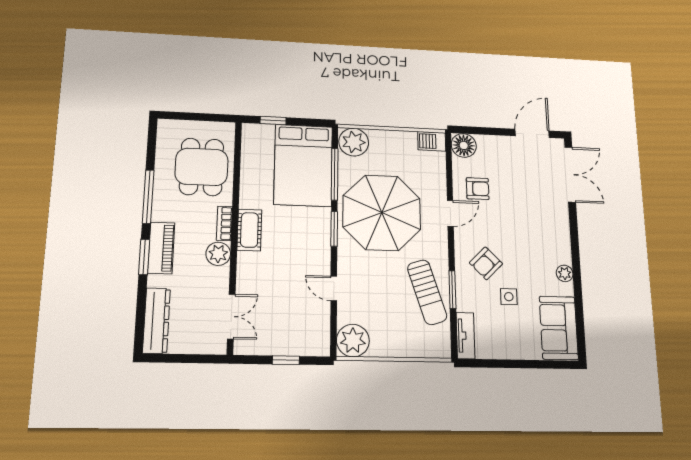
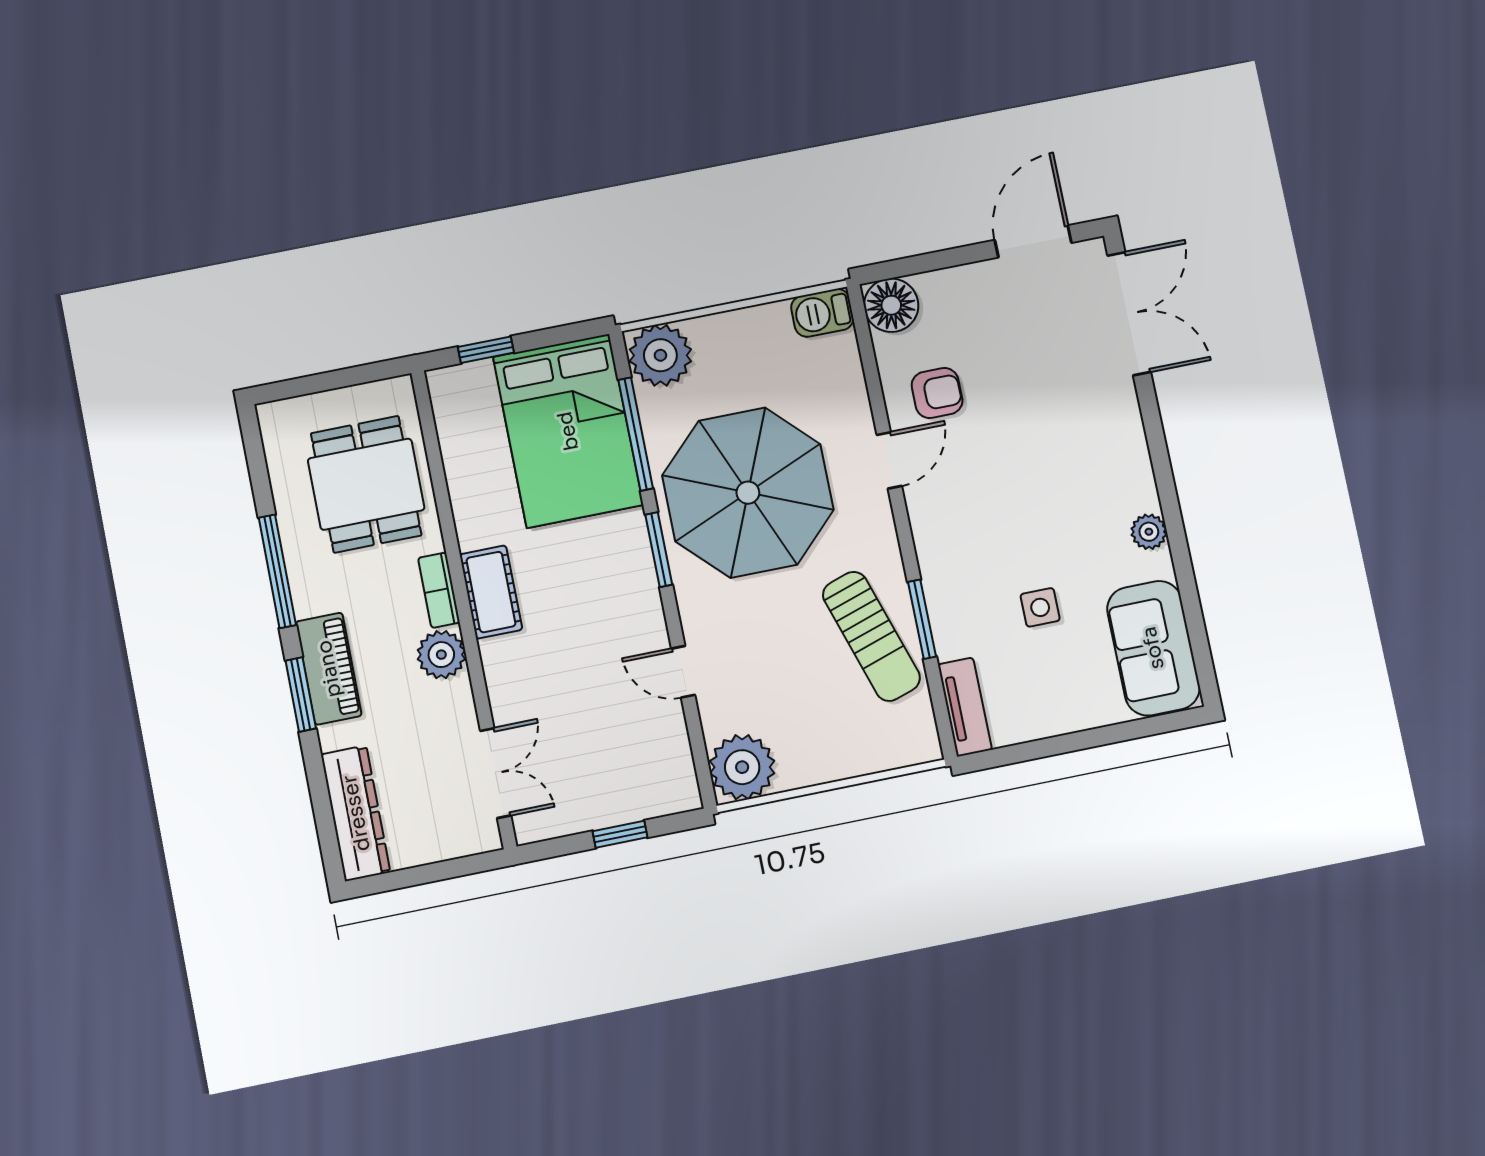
armchair: (486, 263) -> (981, 549), removed

